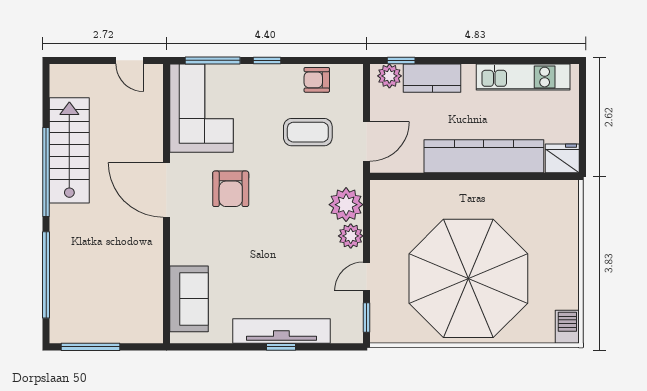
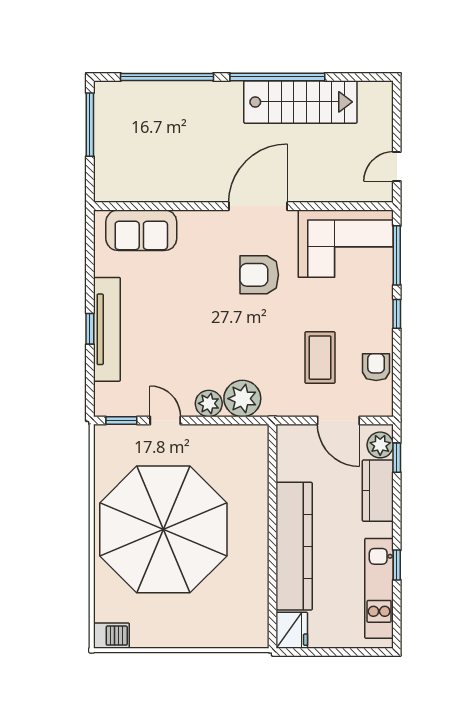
window: (501, 60) -> (397, 565), added
door: (367, 141) -> (338, 420), moved

